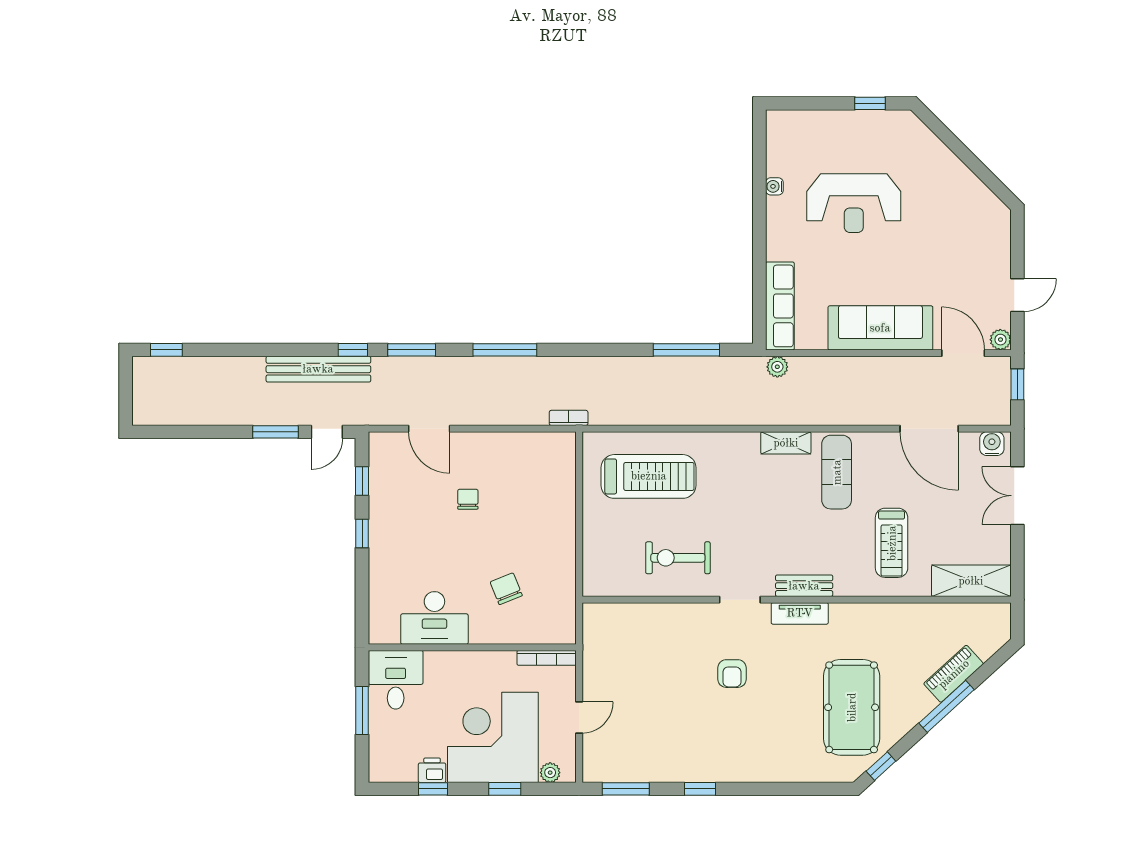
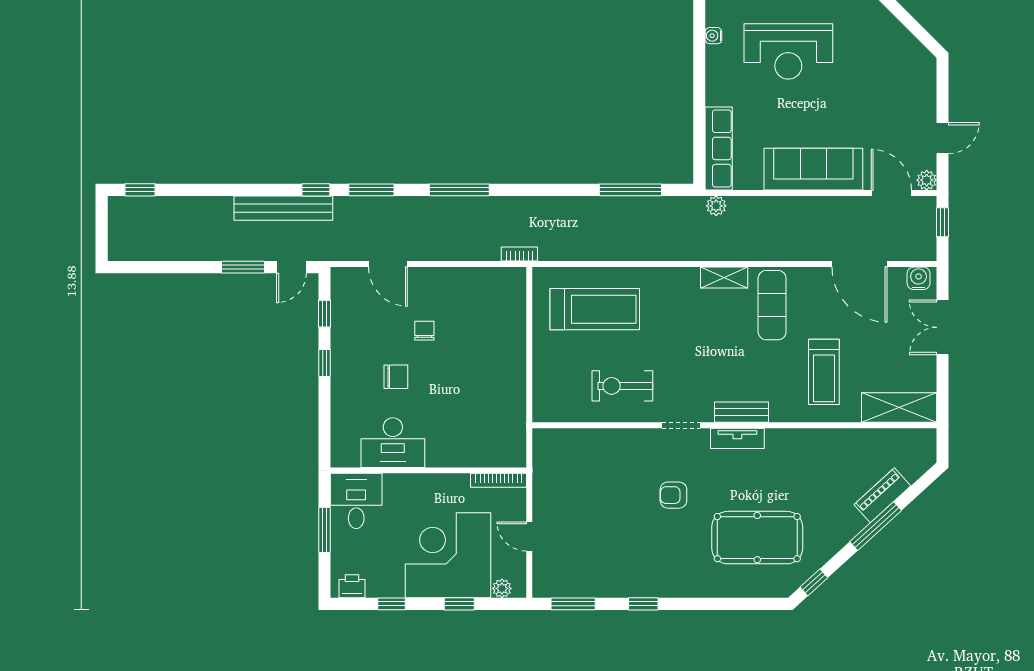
chair: (506, 589) -> (396, 377), moved, turned 112
armchair: (732, 674) -> (673, 495), turned 90
pool table: (852, 707) -> (757, 538), moved, turned 90
door: (579, 717) -> (529, 536), swing flipped
printer: (432, 770) -> (352, 586), moved

